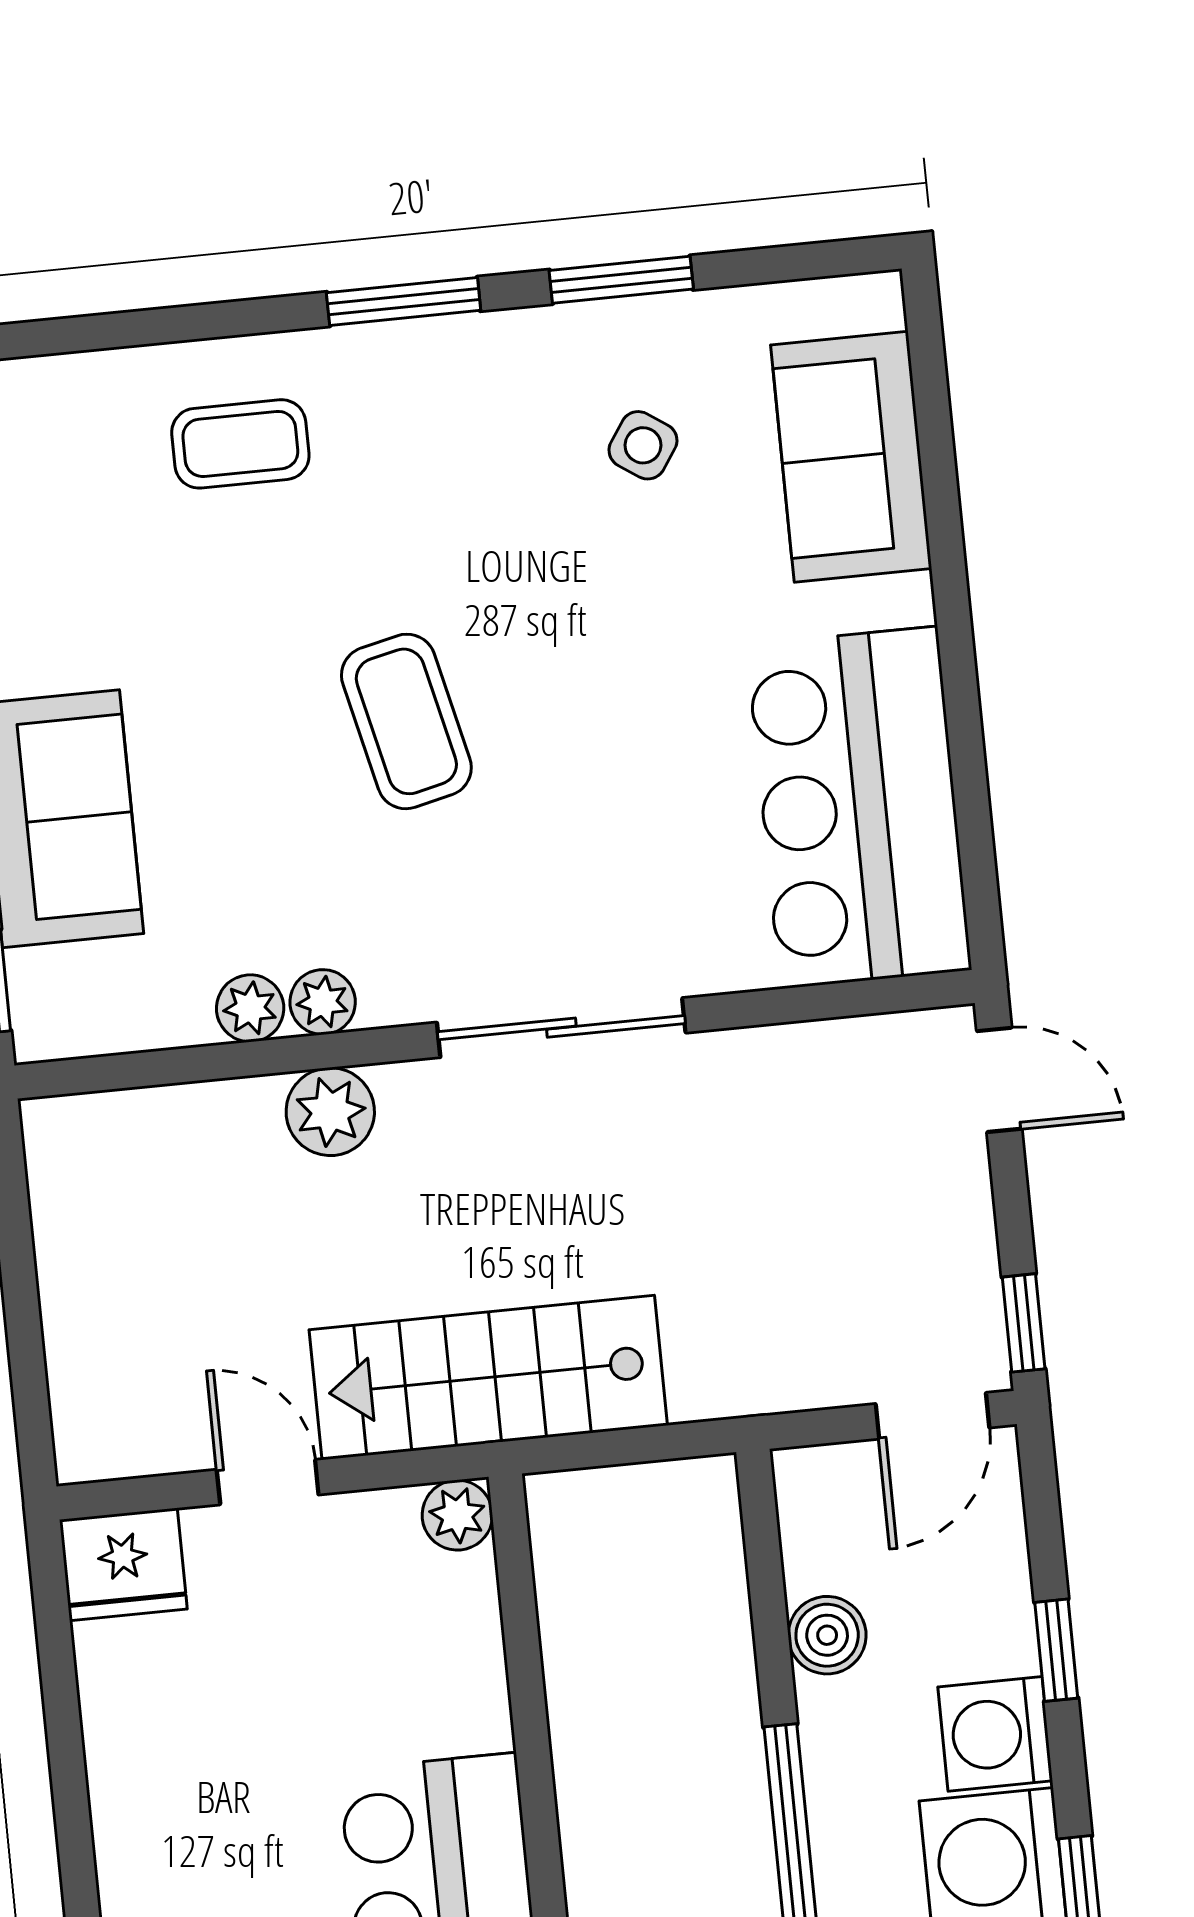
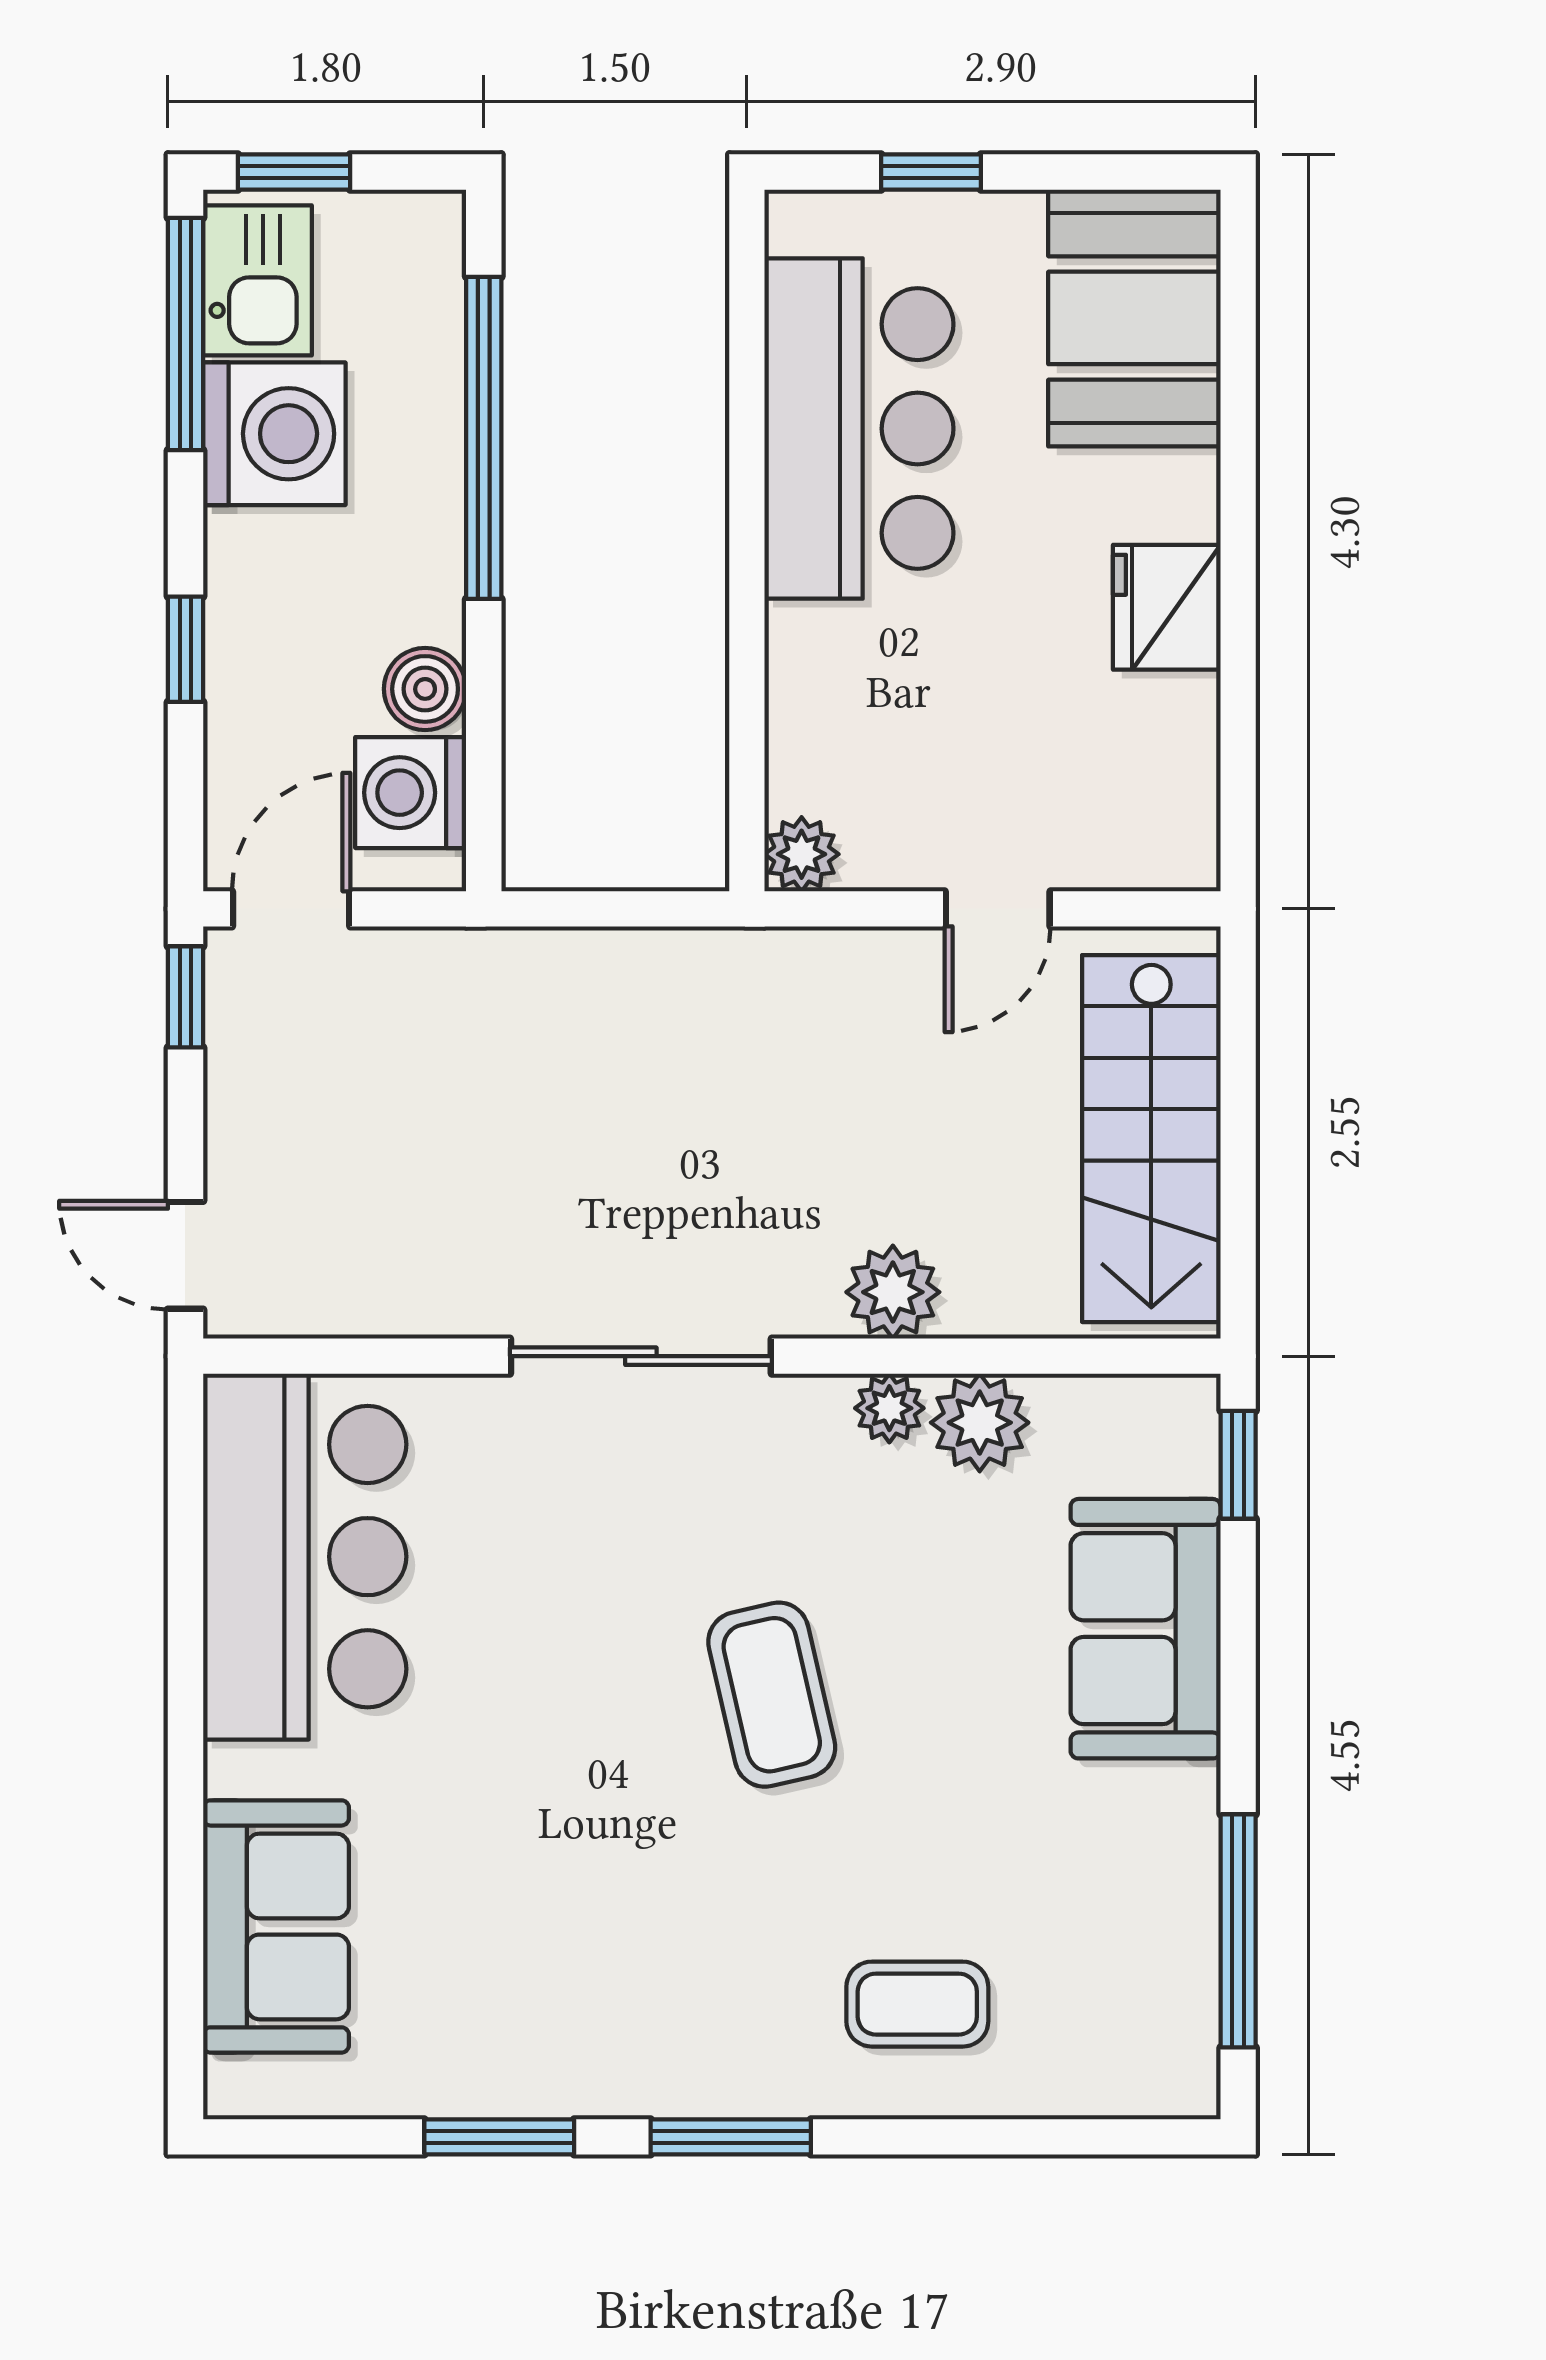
side table: (643, 445) -> (494, 1960), removed
plant: (250, 1008) -> (980, 1423), width x1.38, depth x1.38
stairs: (488, 1378) -> (1151, 1139), moved, turned 90
door: (268, 1482) -> (998, 909), hinge flipped
fridge: (123, 1564) -> (1167, 607), moved, turned -90
washing machine: (995, 1734) -> (411, 793), moved, turned 180

